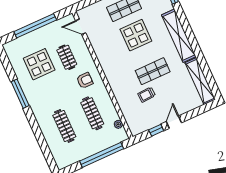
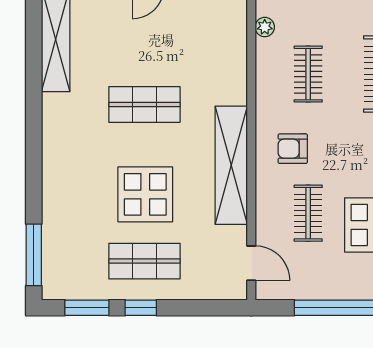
shelving: (179, 36) -> (231, 165), moved
trolley: (147, 95) -> (179, 62), removed
clothes rail: (92, 113) -> (308, 74), width x0.73

